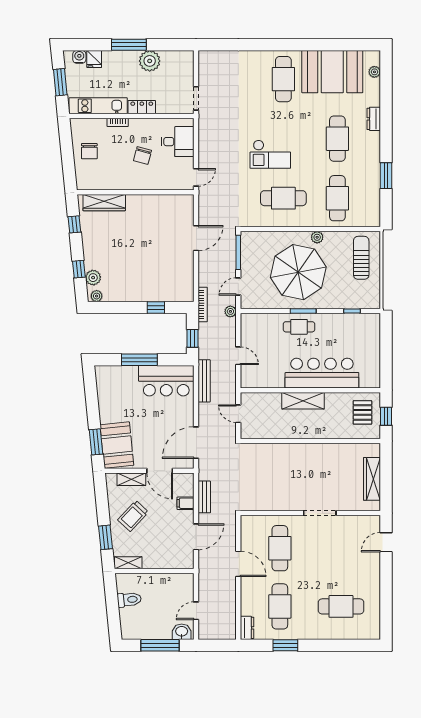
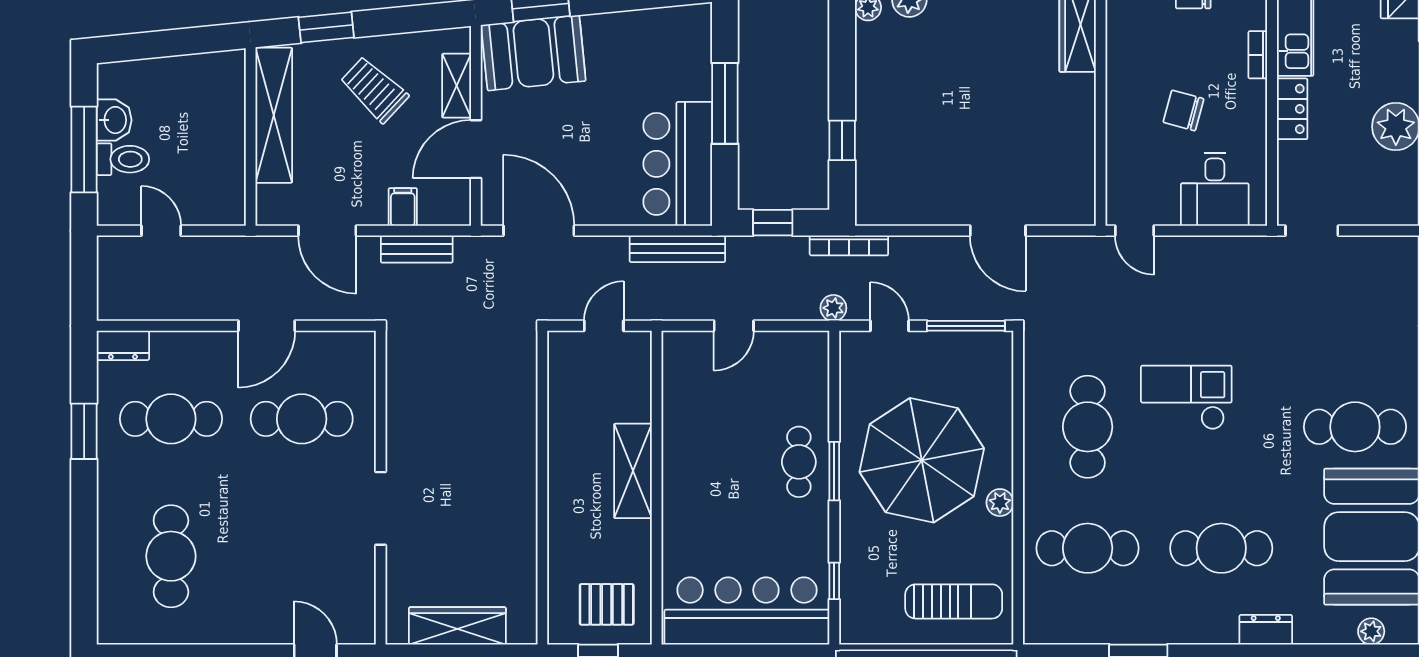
checkout: (270, 154) -> (1186, 397), turned 90
bar counter: (322, 373) -> (747, 611), moved, turned -90
shelving: (128, 563) -> (274, 115), width x2.20, depth x1.33
toilet: (129, 600) -> (123, 159), moved, turned -84
washbasin: (182, 632) -> (114, 120), moved

